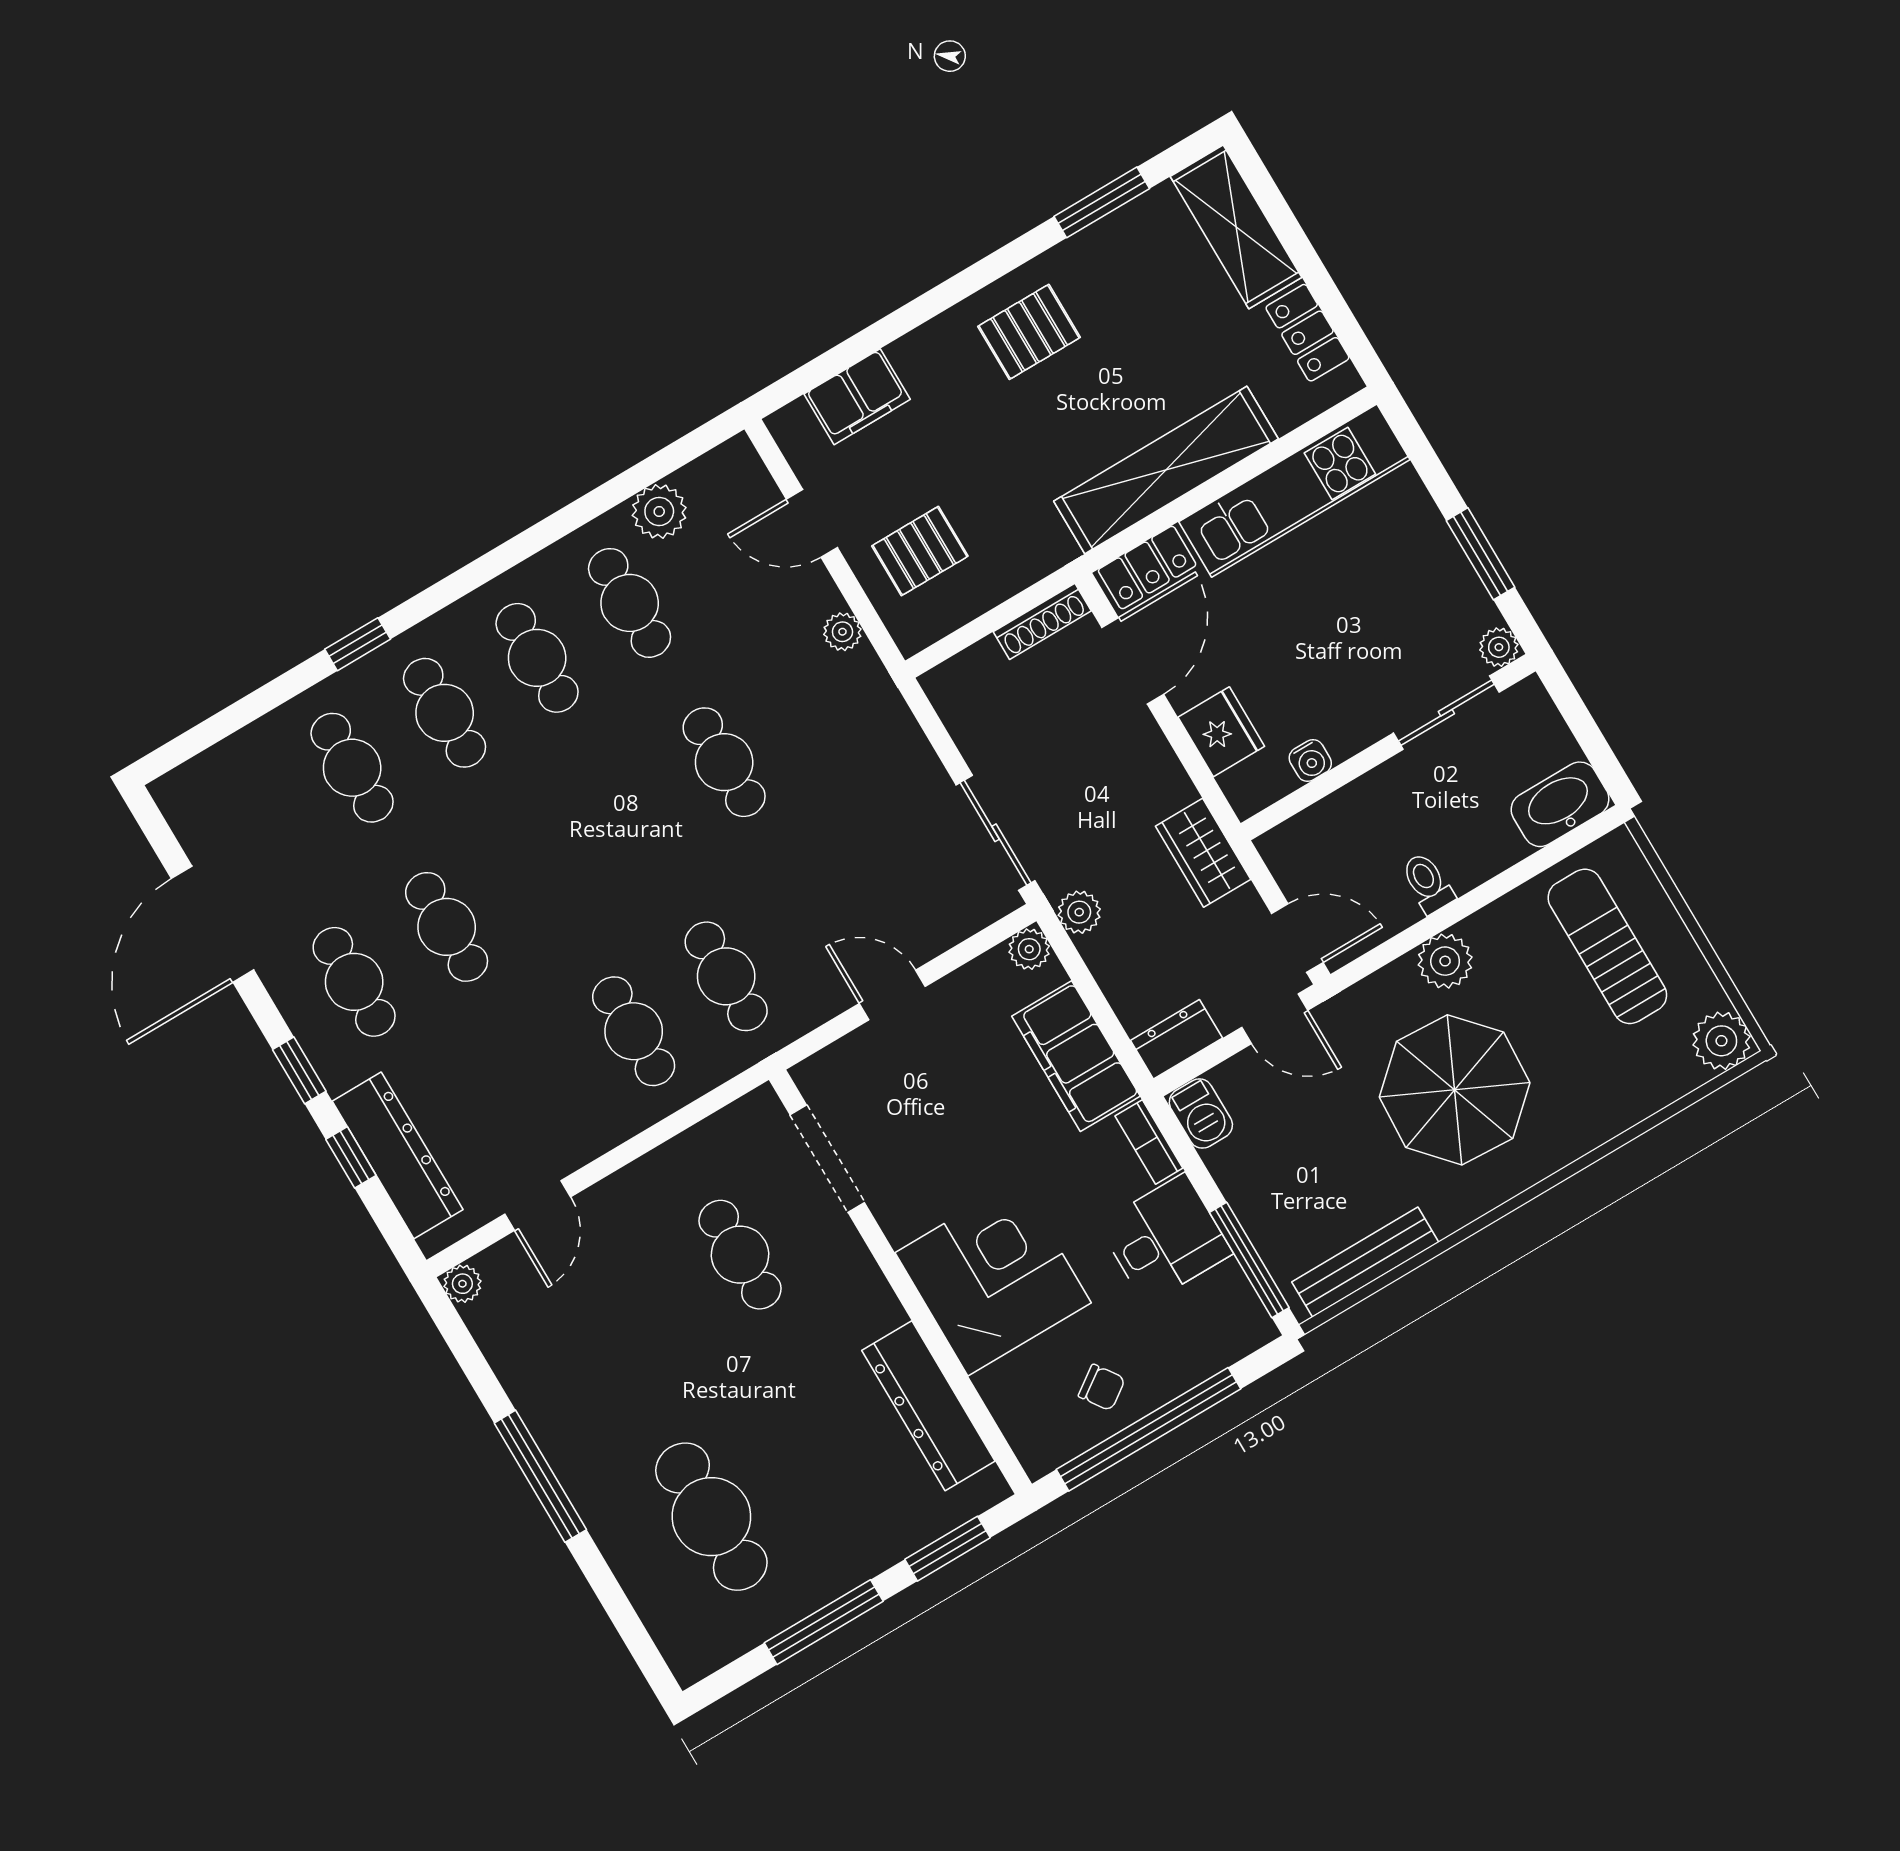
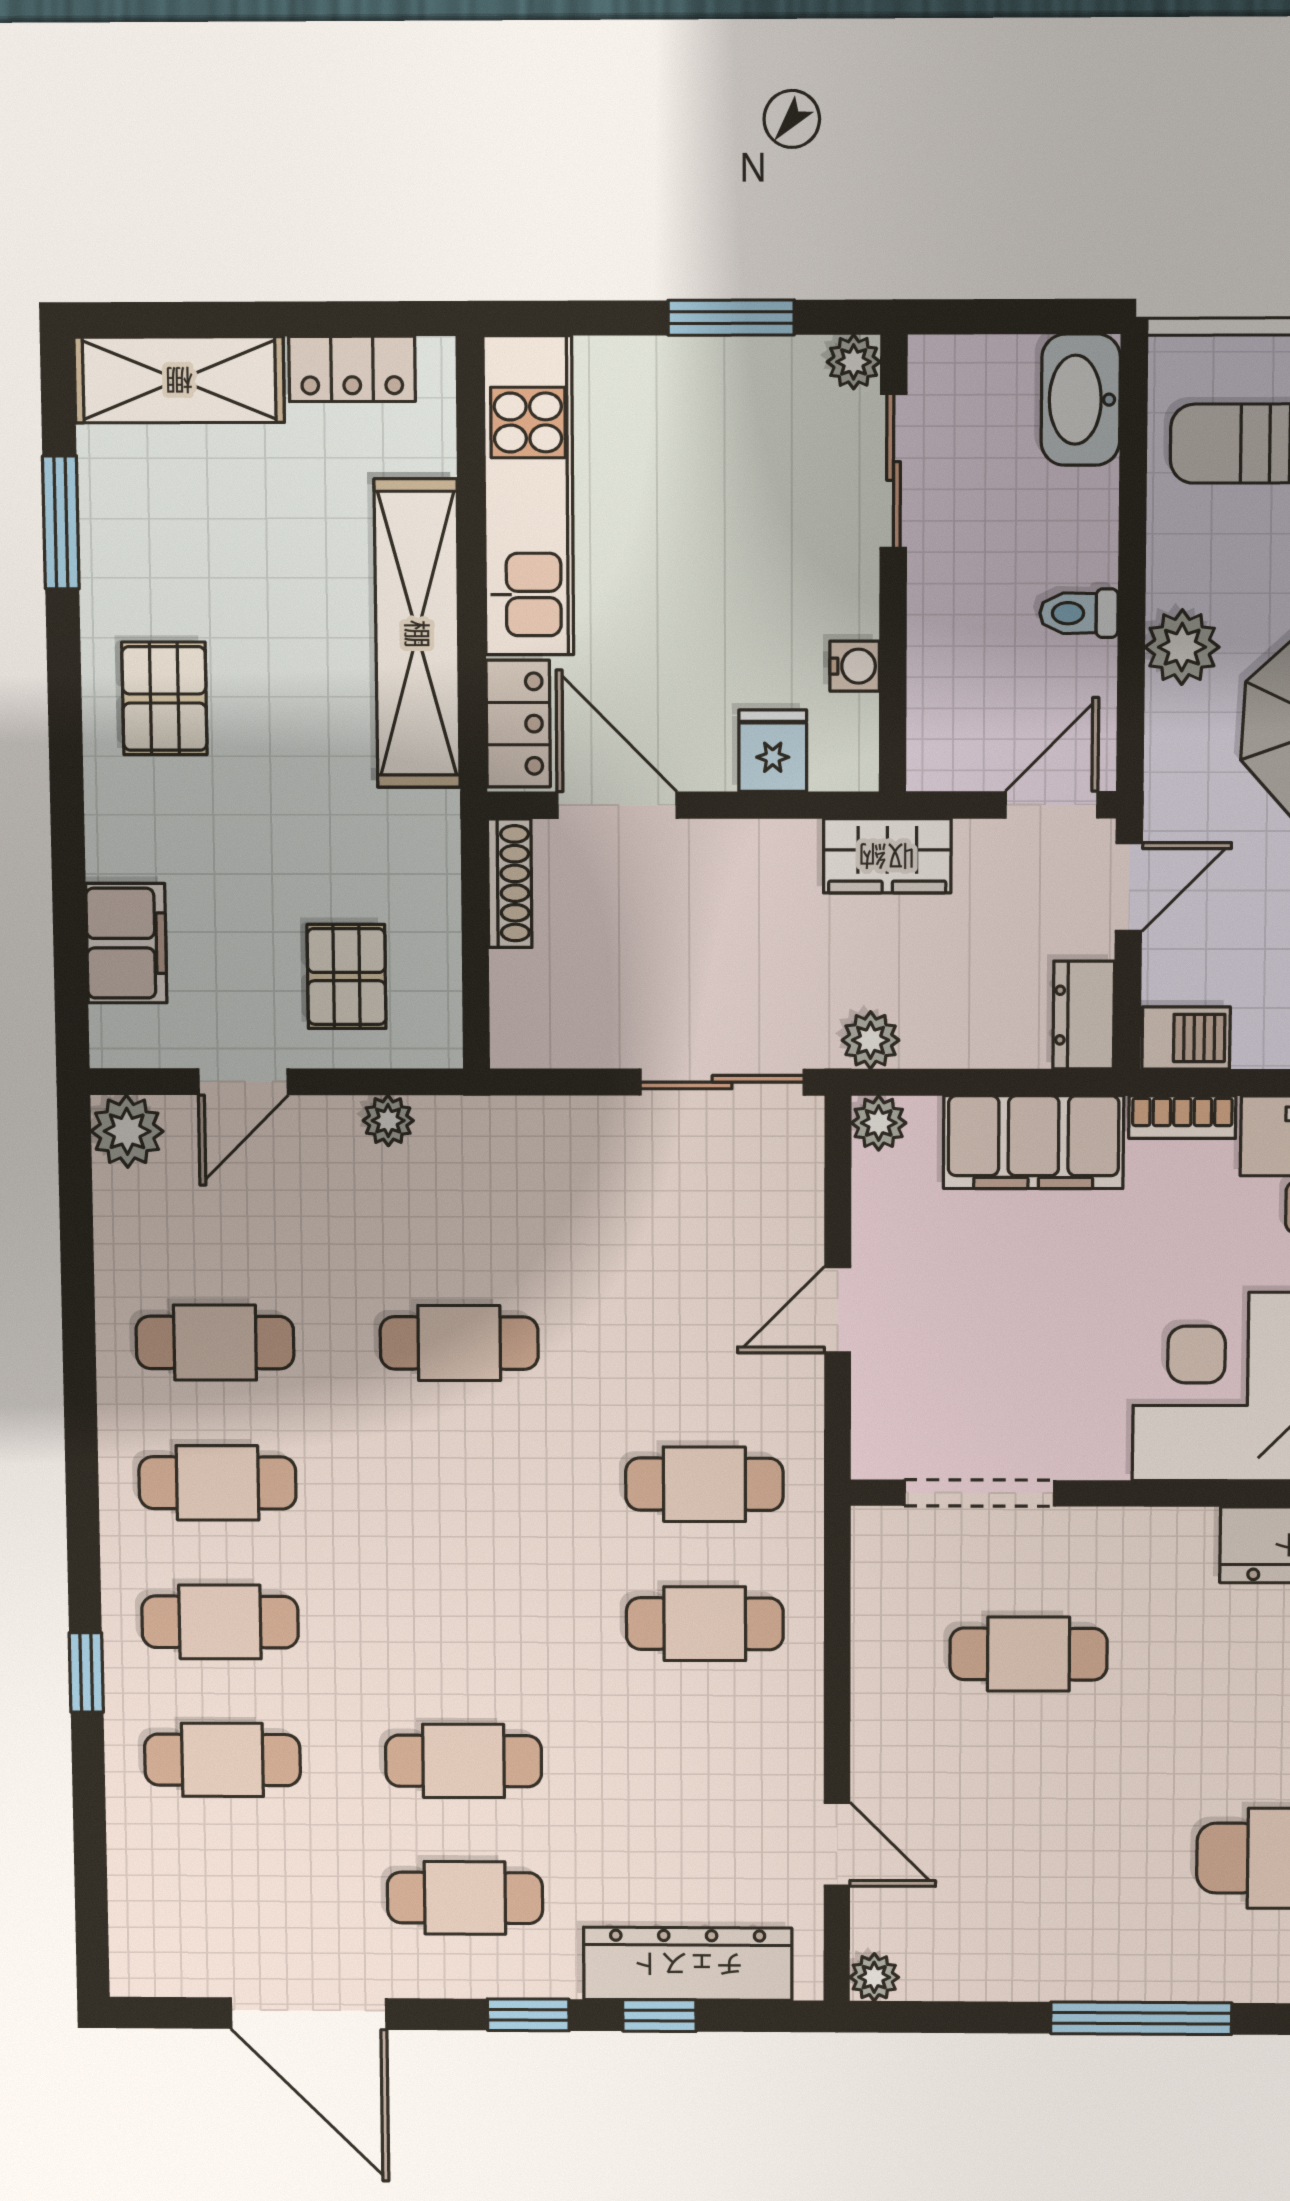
plant: (659, 511) -> (127, 1131), moved
fridge: (1221, 732) -> (773, 751), width x0.72

